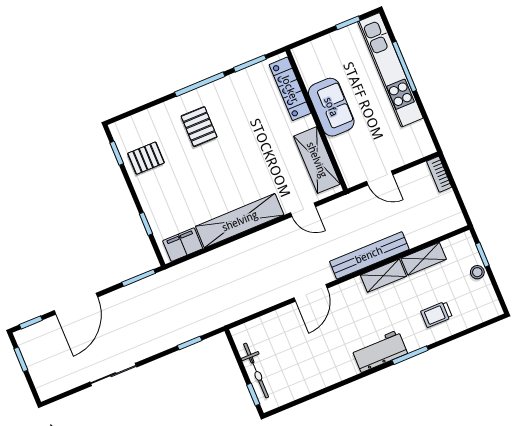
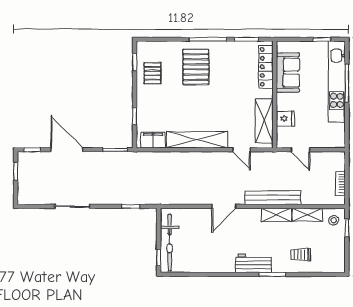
sofa: (331, 107) -> (288, 73), moved
pallet: (199, 127) -> (196, 67), width x1.50, depth x1.42
fridge: (343, 146) -> (285, 119), added
pallet: (146, 158) -> (152, 73), turned 90
bookcase: (439, 174) -> (340, 183), moved
stool: (477, 272) -> (334, 220), moved
door: (76, 304) -> (67, 150), swing flipped
bicycle: (256, 371) -> (170, 243), width x1.37, depth x1.40

